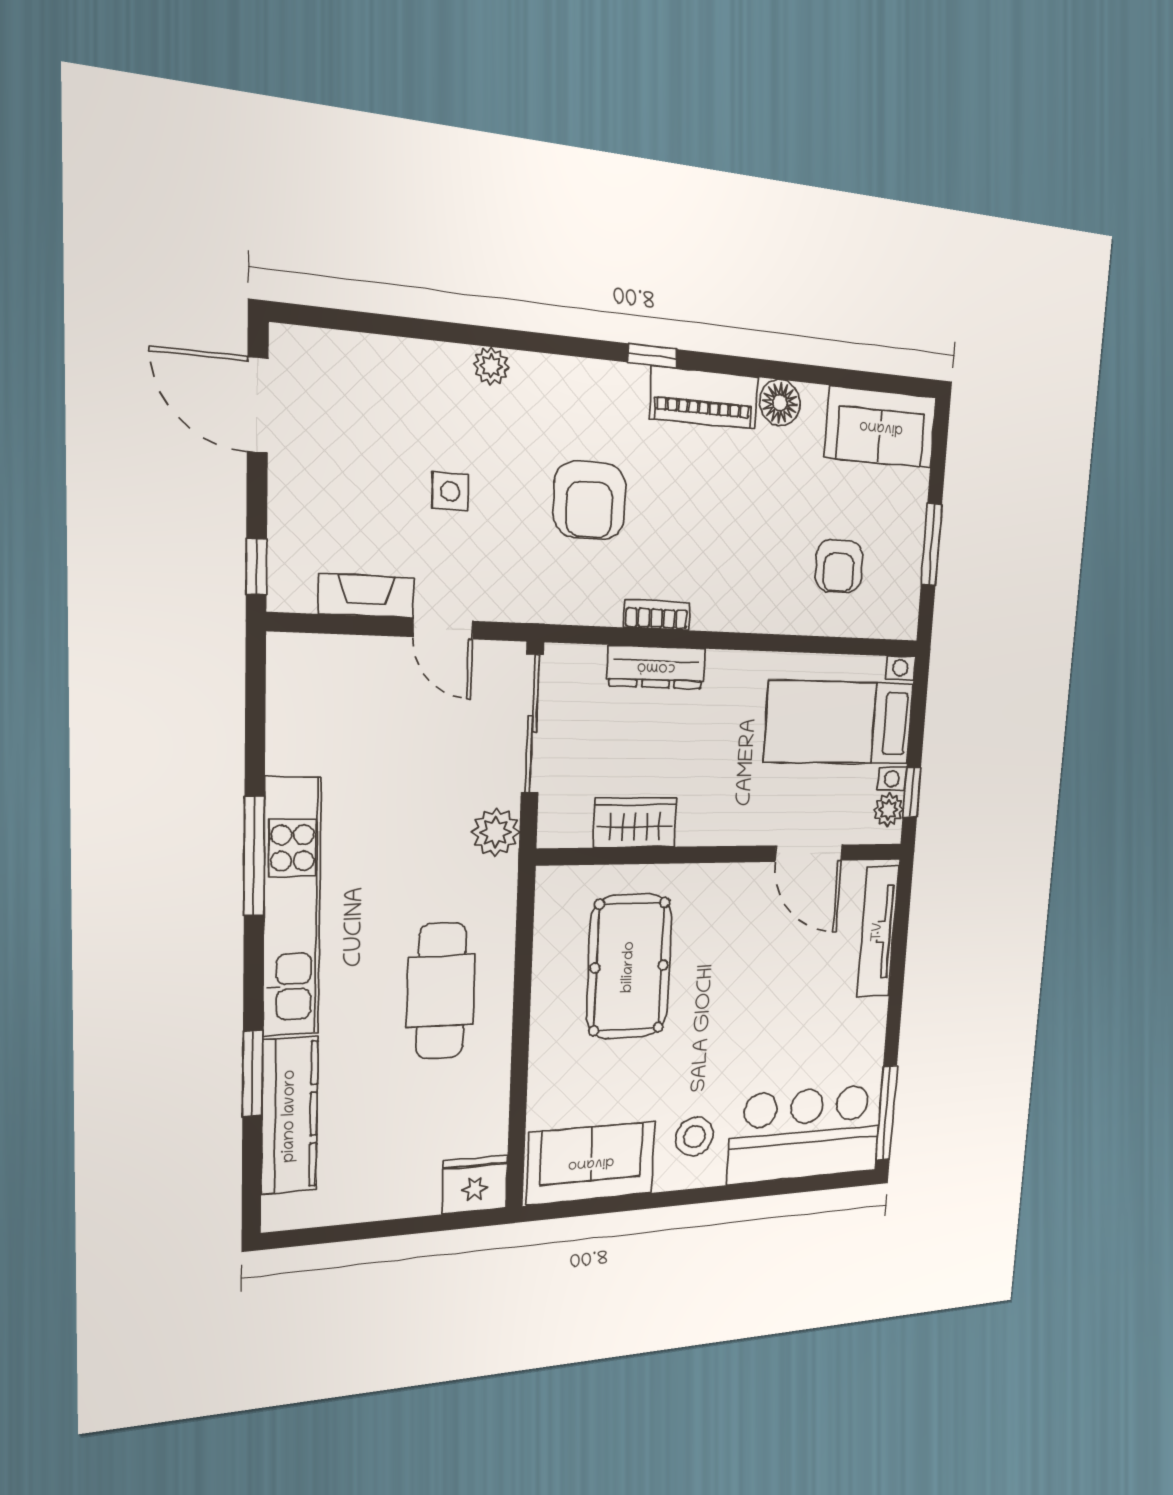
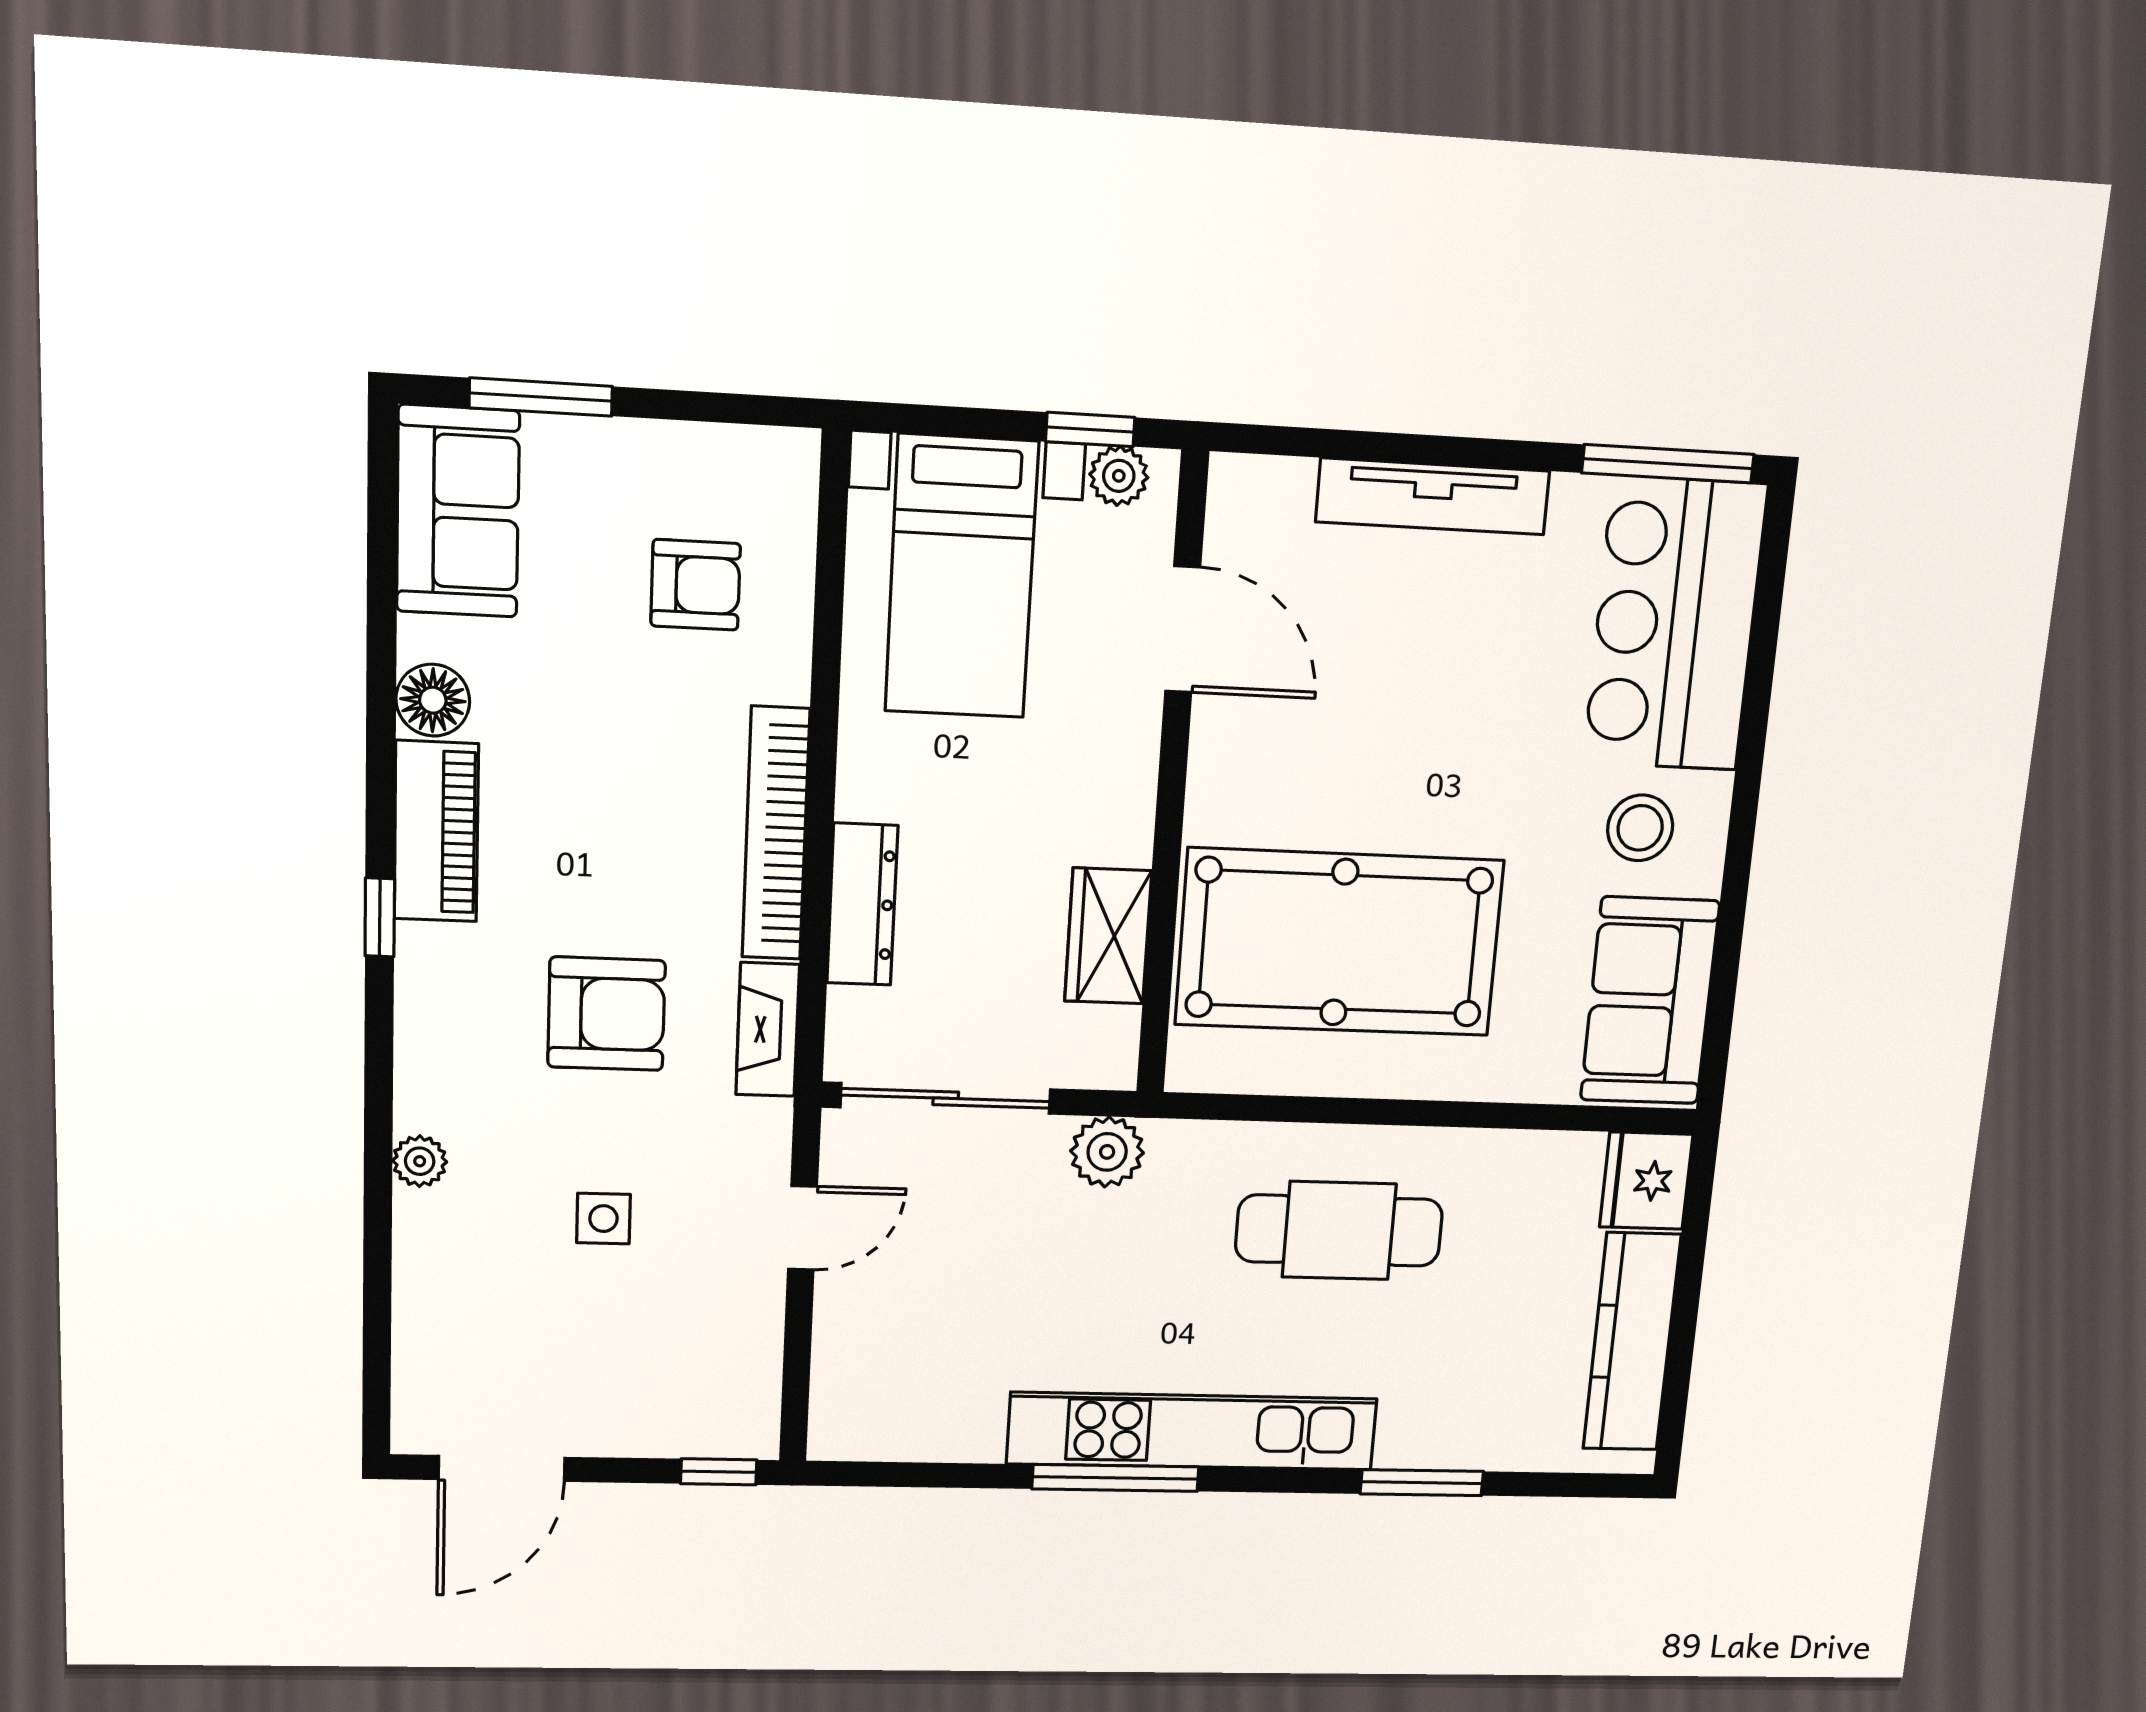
window: (931, 545) -> (541, 397), moved
fireplace: (366, 596) -> (768, 1030), moved
bookcase: (657, 615) -> (776, 834), width x2.31, depth x1.31
door: (809, 853) -> (1183, 629), hinge flipped
tv unit: (878, 932) -> (1433, 496), moved
pool table: (629, 967) -> (1339, 942), width x1.36, depth x1.32
kitchen counter: (290, 1116) -> (1632, 1342), moved, turned -90

